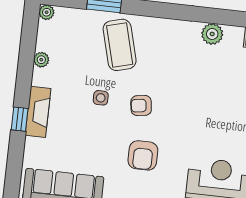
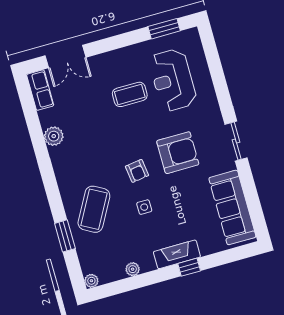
coffee table: (120, 45) -> (94, 209), turned -46
coffee table: (223, 130) -> (130, 94), added
armchair: (143, 155) -> (178, 153), width x1.36, depth x1.36

